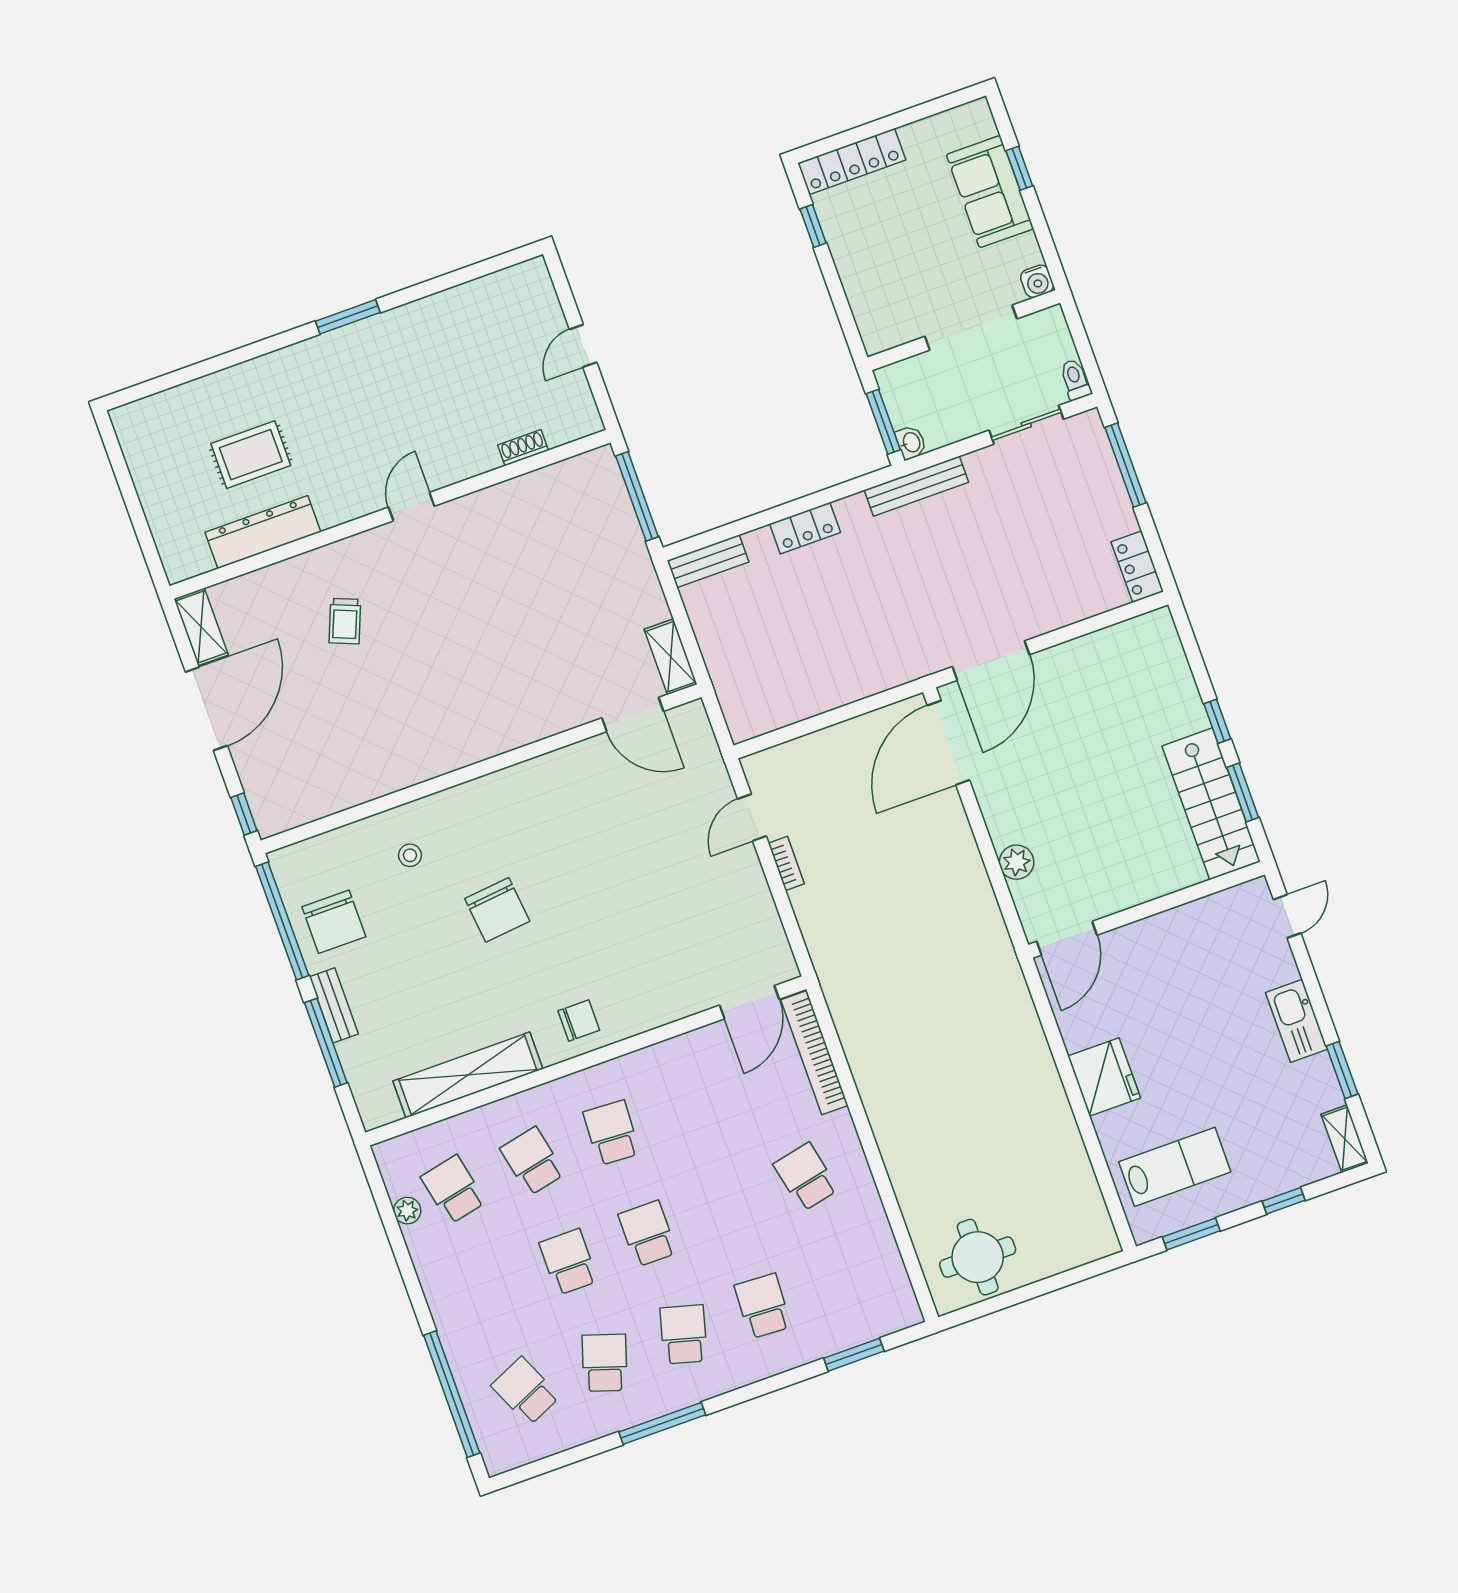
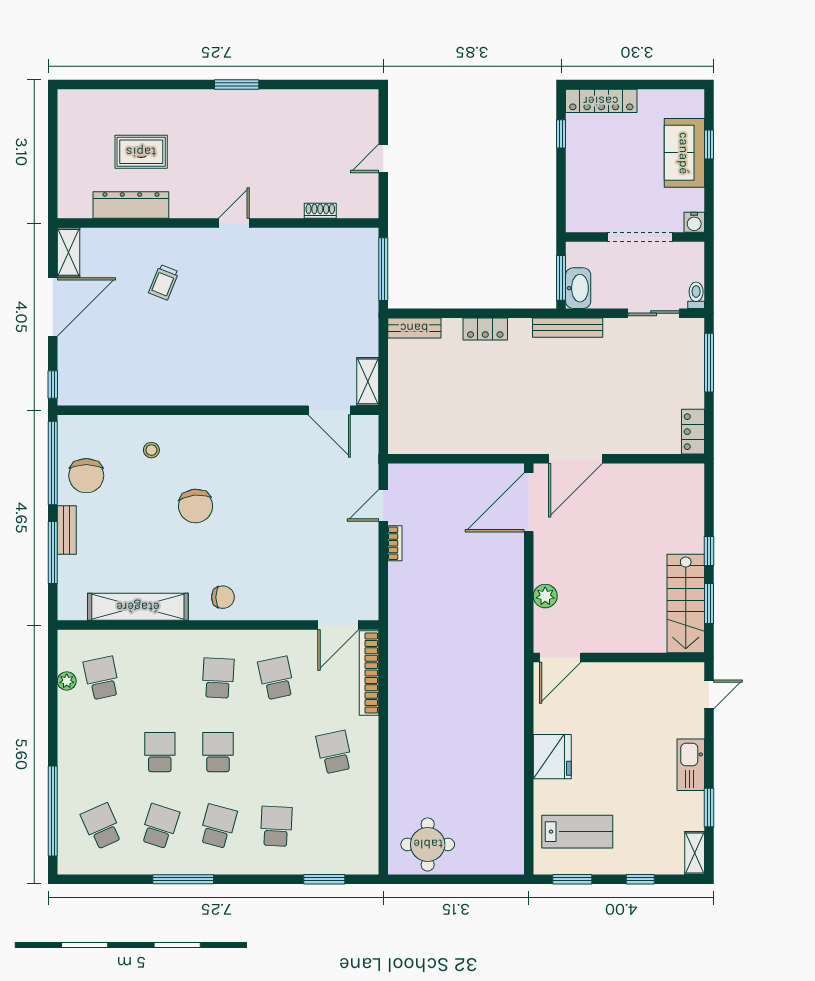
washbasin: (911, 443) -> (578, 288), width x1.91, depth x1.45
school desk: (532, 1161) -> (276, 678), moved

